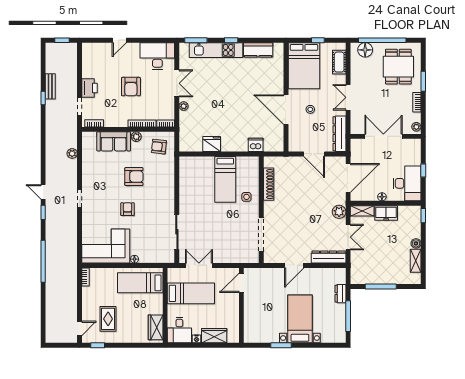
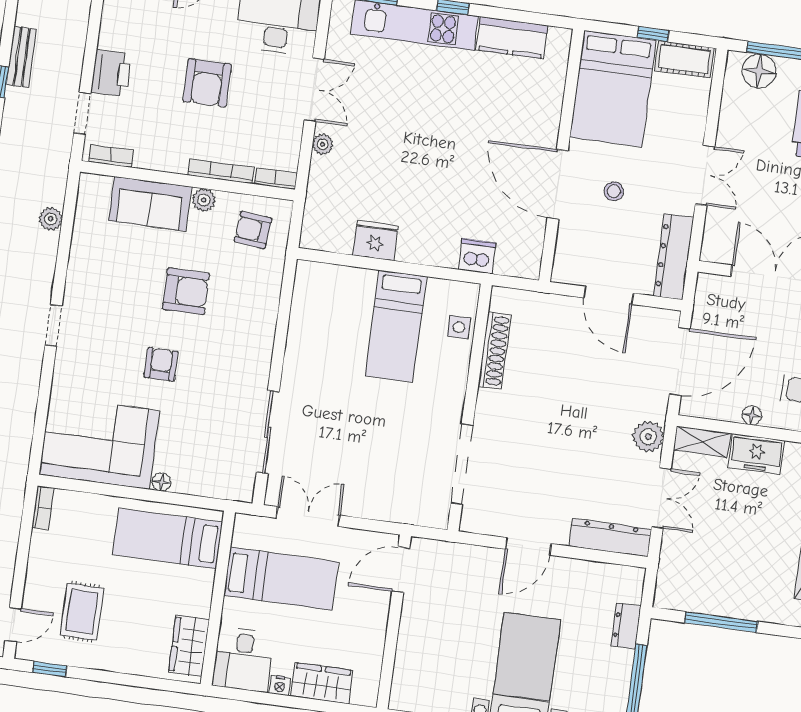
cot: (339, 62) -> (684, 59), moved, turned 90
double door: (348, 97) -> (705, 175), swing flipped
side table: (246, 197) -> (459, 327), moved

